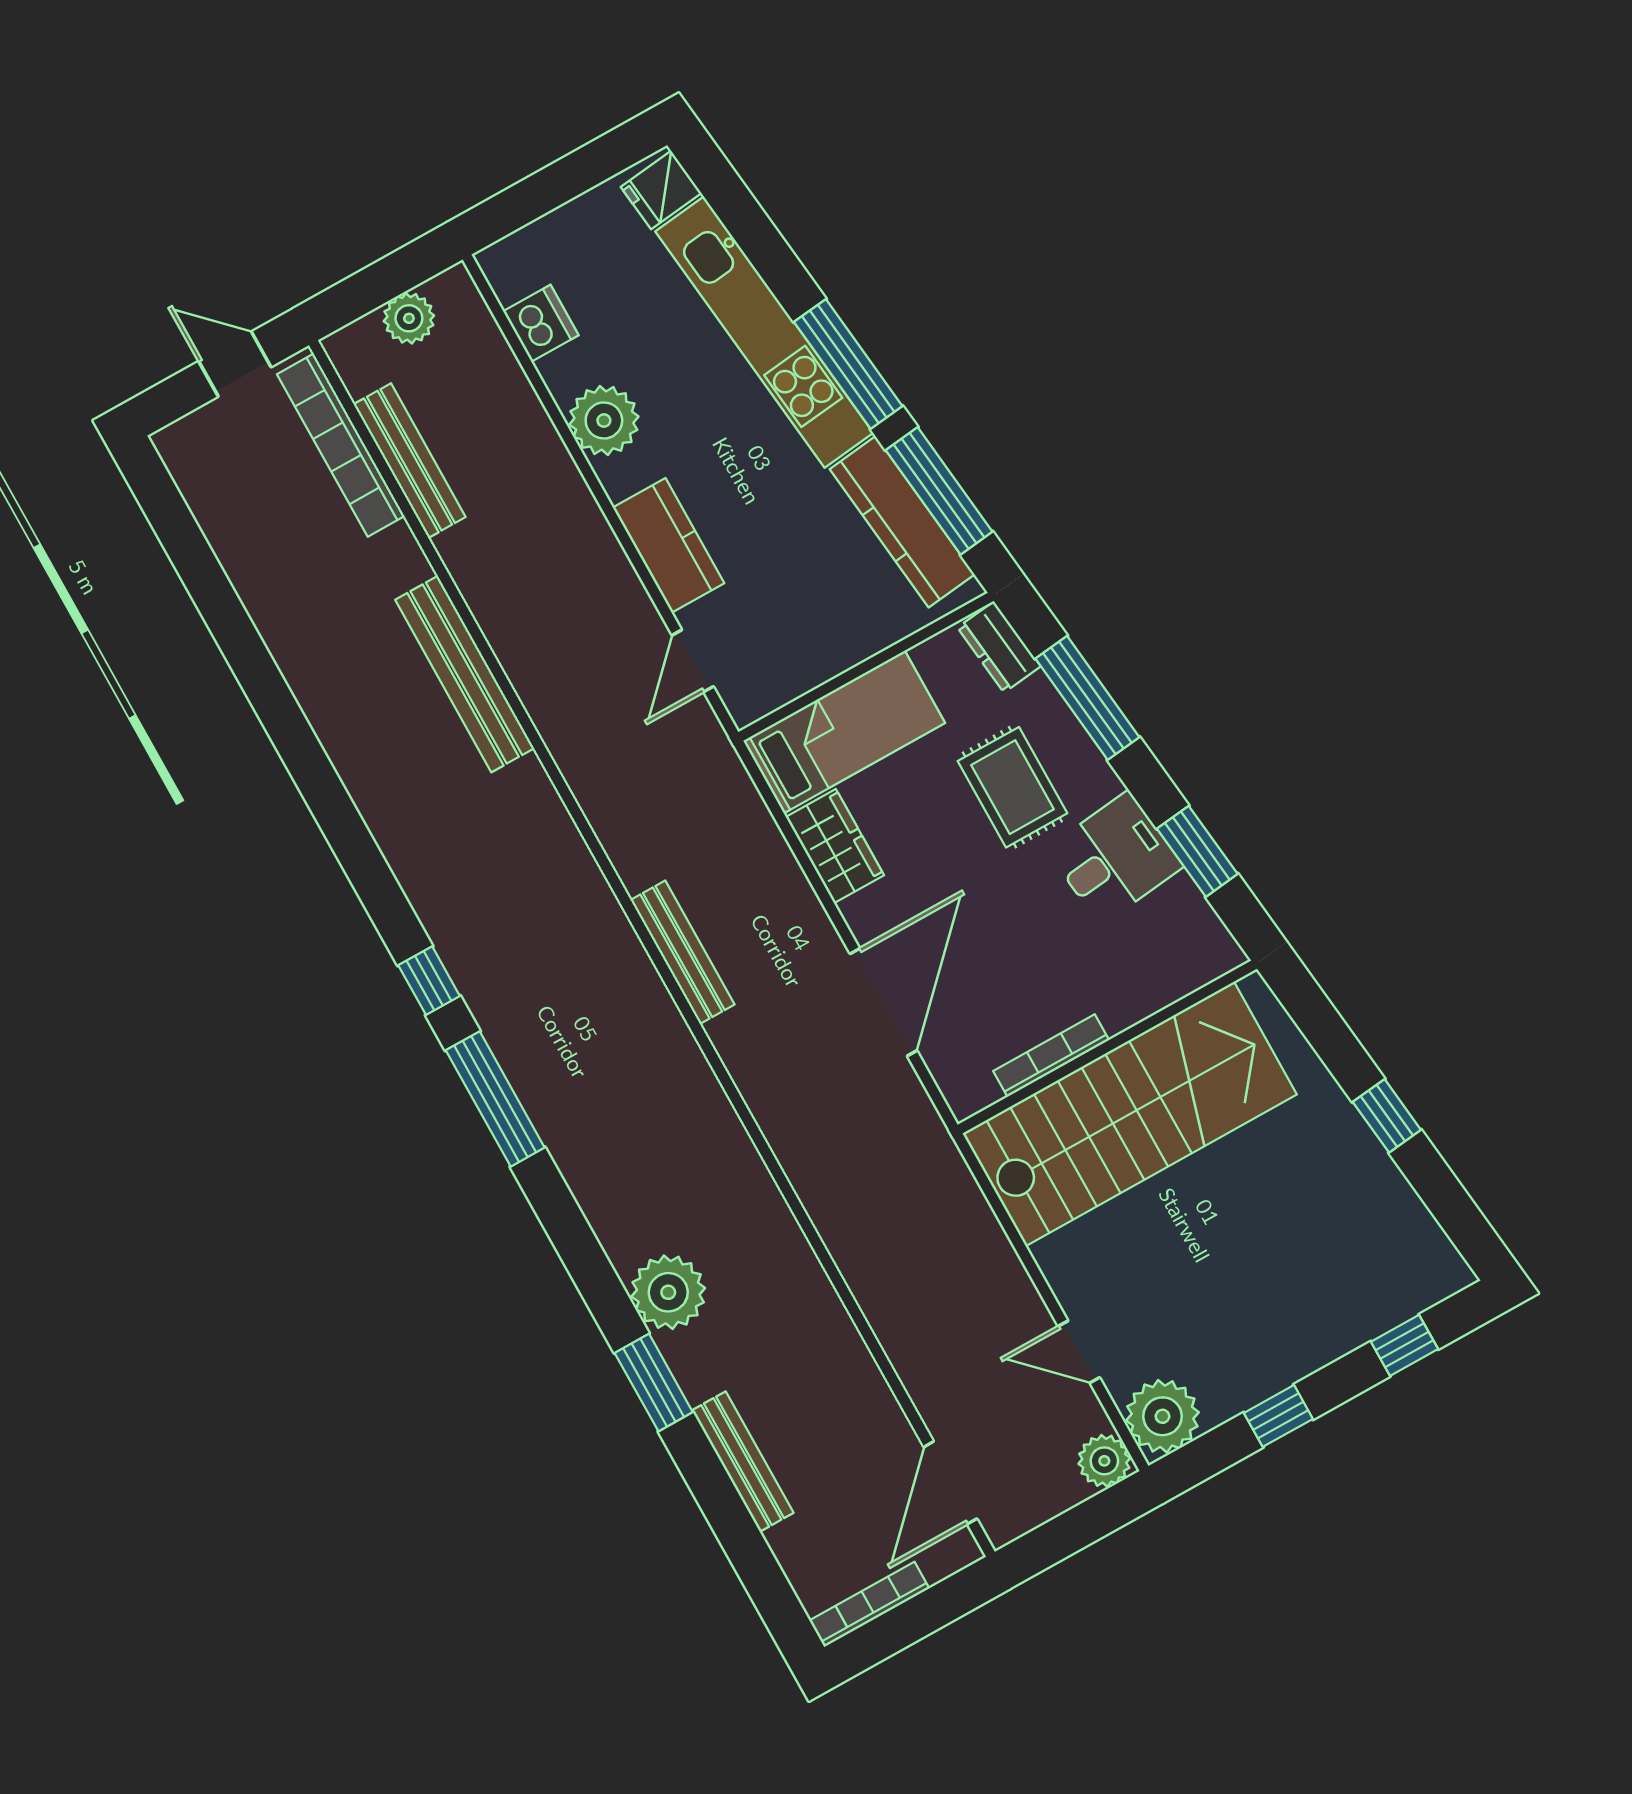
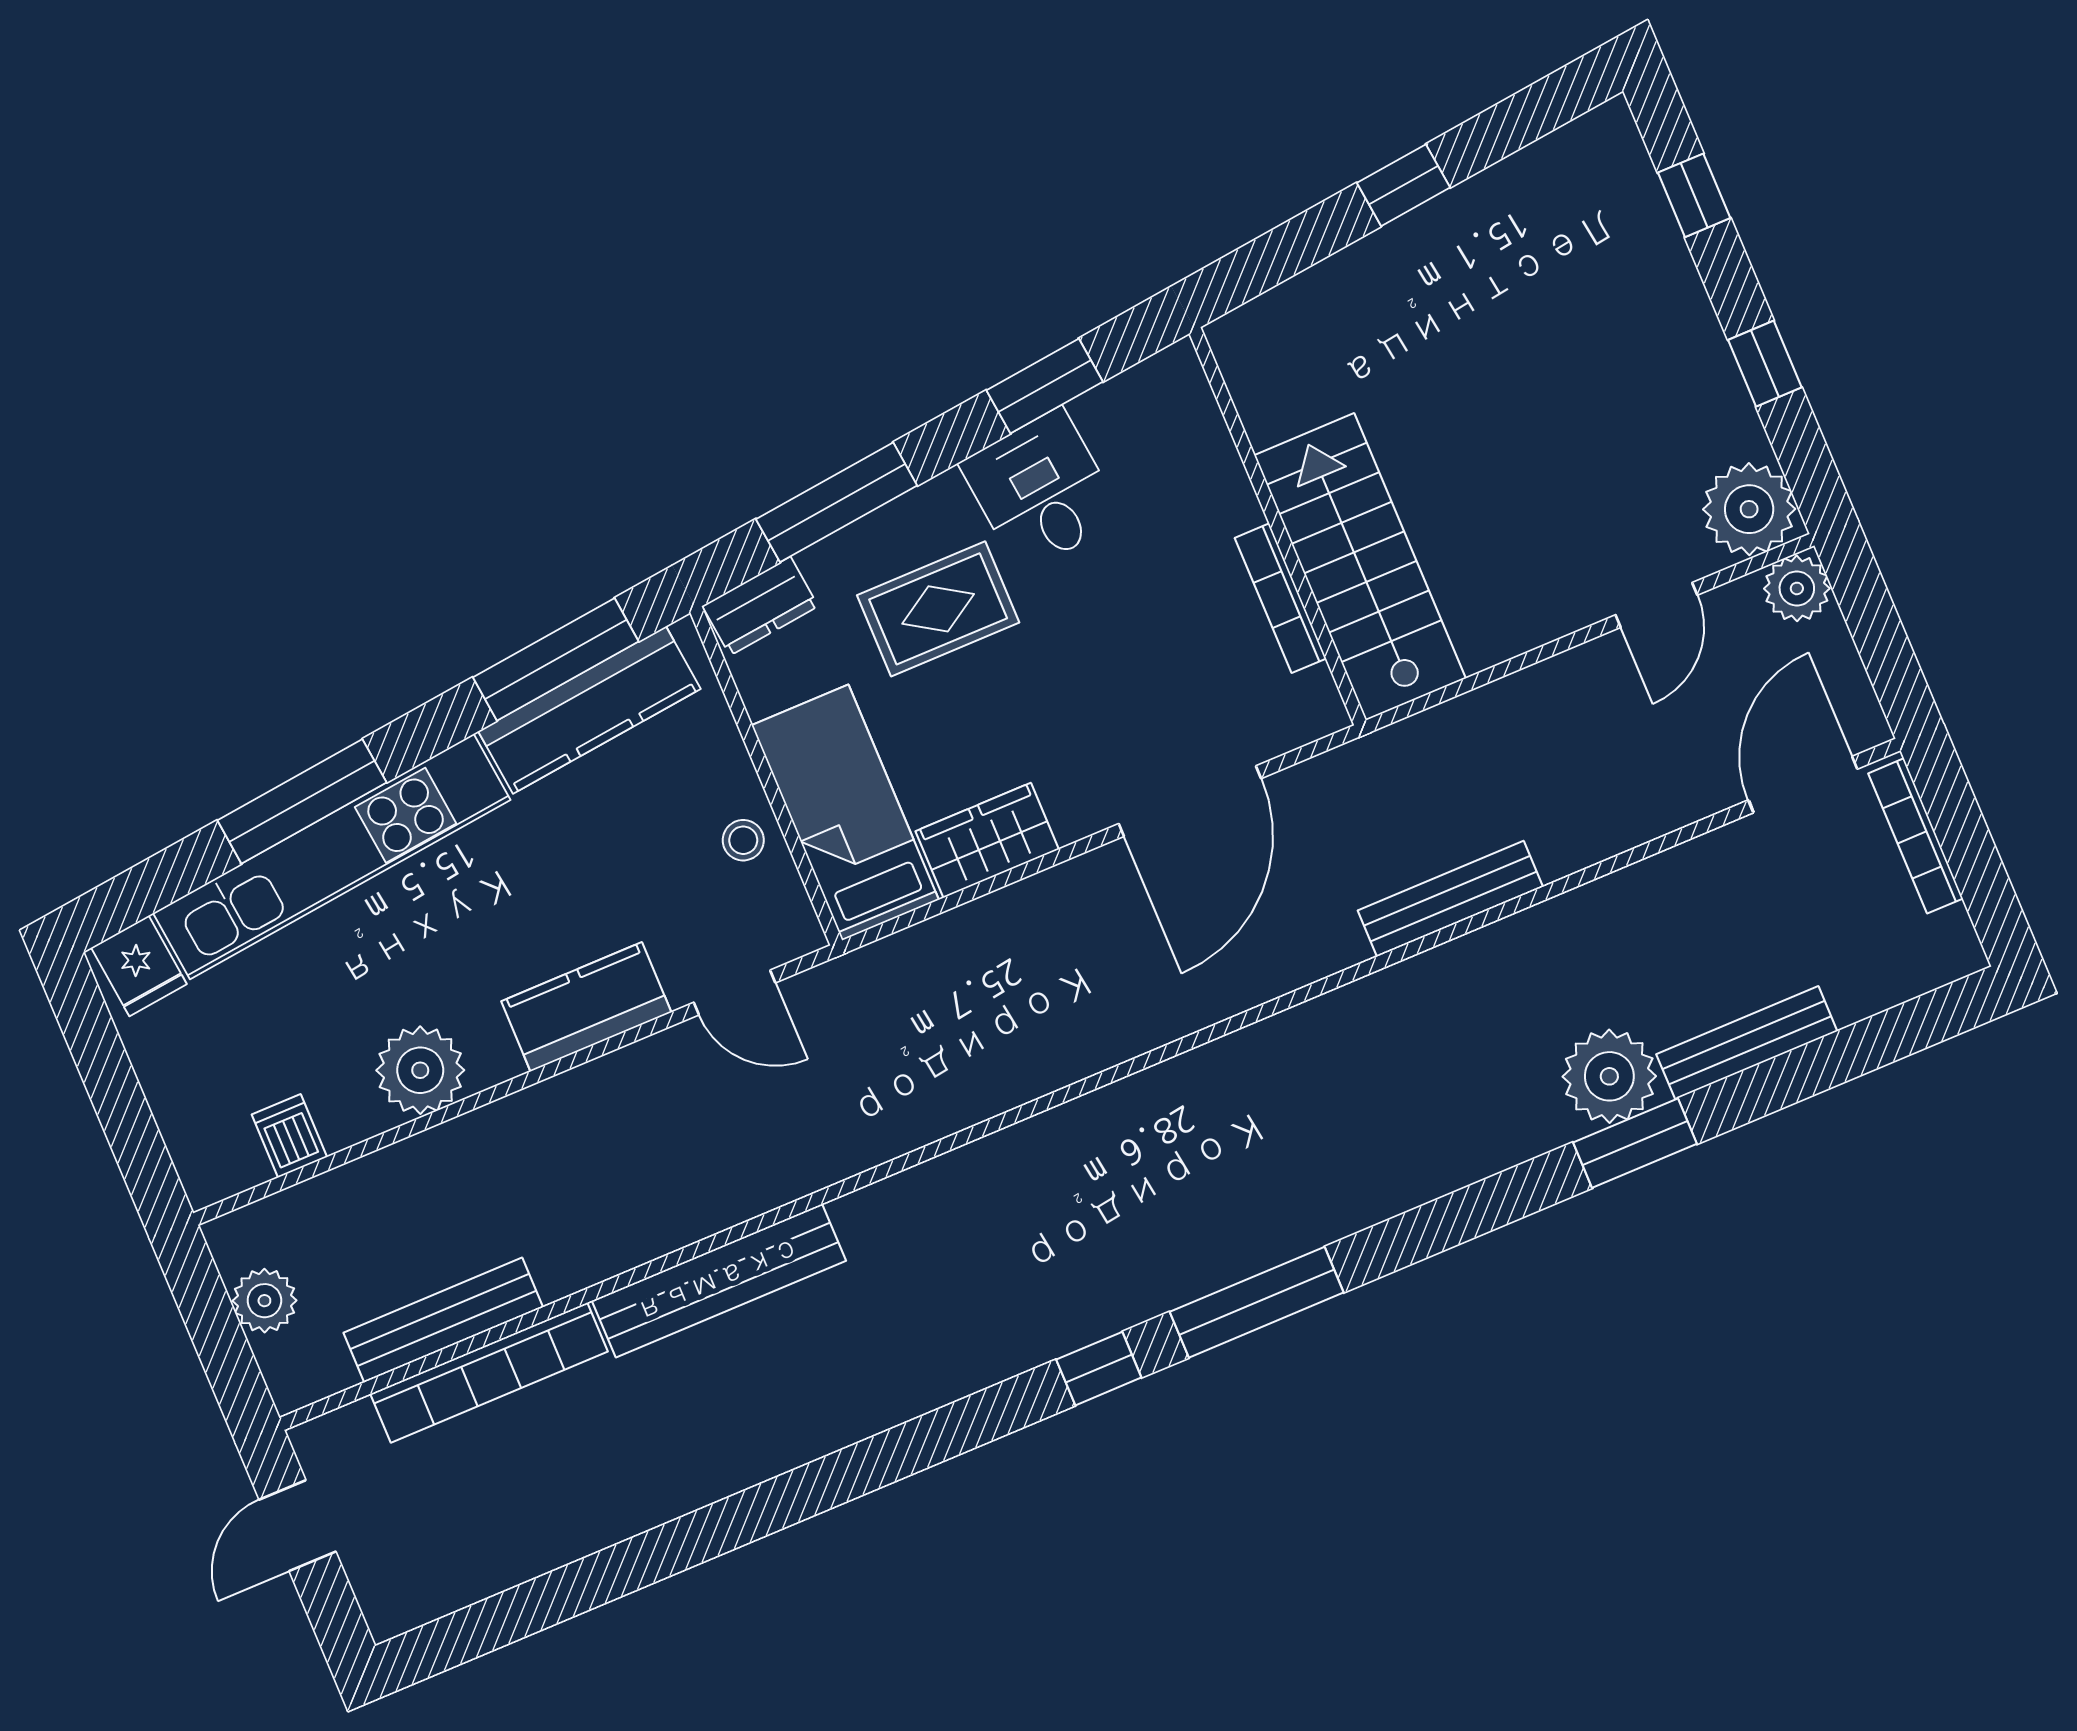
dishwasher: (541, 323) -> (289, 1136), width x0.73
window: (848, 364) -> (302, 801), moved
bookcase: (341, 445) -> (489, 1373), moved
stool: (813, 654) -> (743, 840), added
bench: (682, 952) -> (1450, 899), moved
door: (884, 1002) -> (1190, 801), swing flipped
stairs: (1130, 1114) -> (1360, 567), width x0.73, depth x0.66
plant: (668, 1292) -> (1609, 1076), moved
door: (951, 1483) -> (1803, 785), swing flipped
bookcase: (869, 1604) -> (1916, 836), moved

